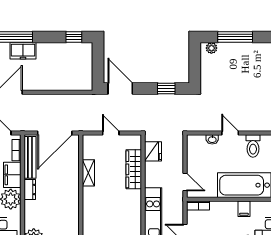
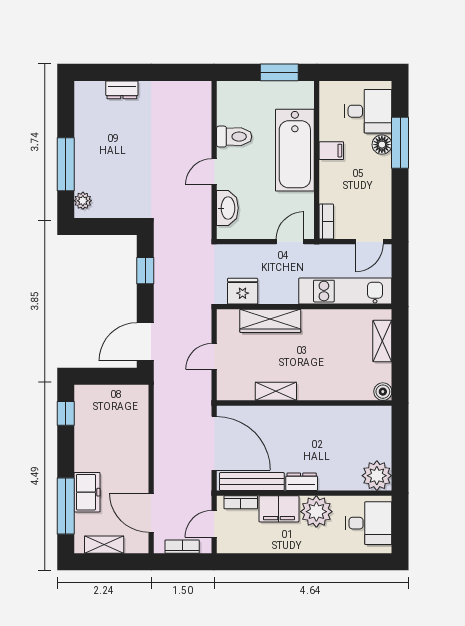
washbasin: (212, 139) -> (227, 208), width x1.91, depth x1.45

